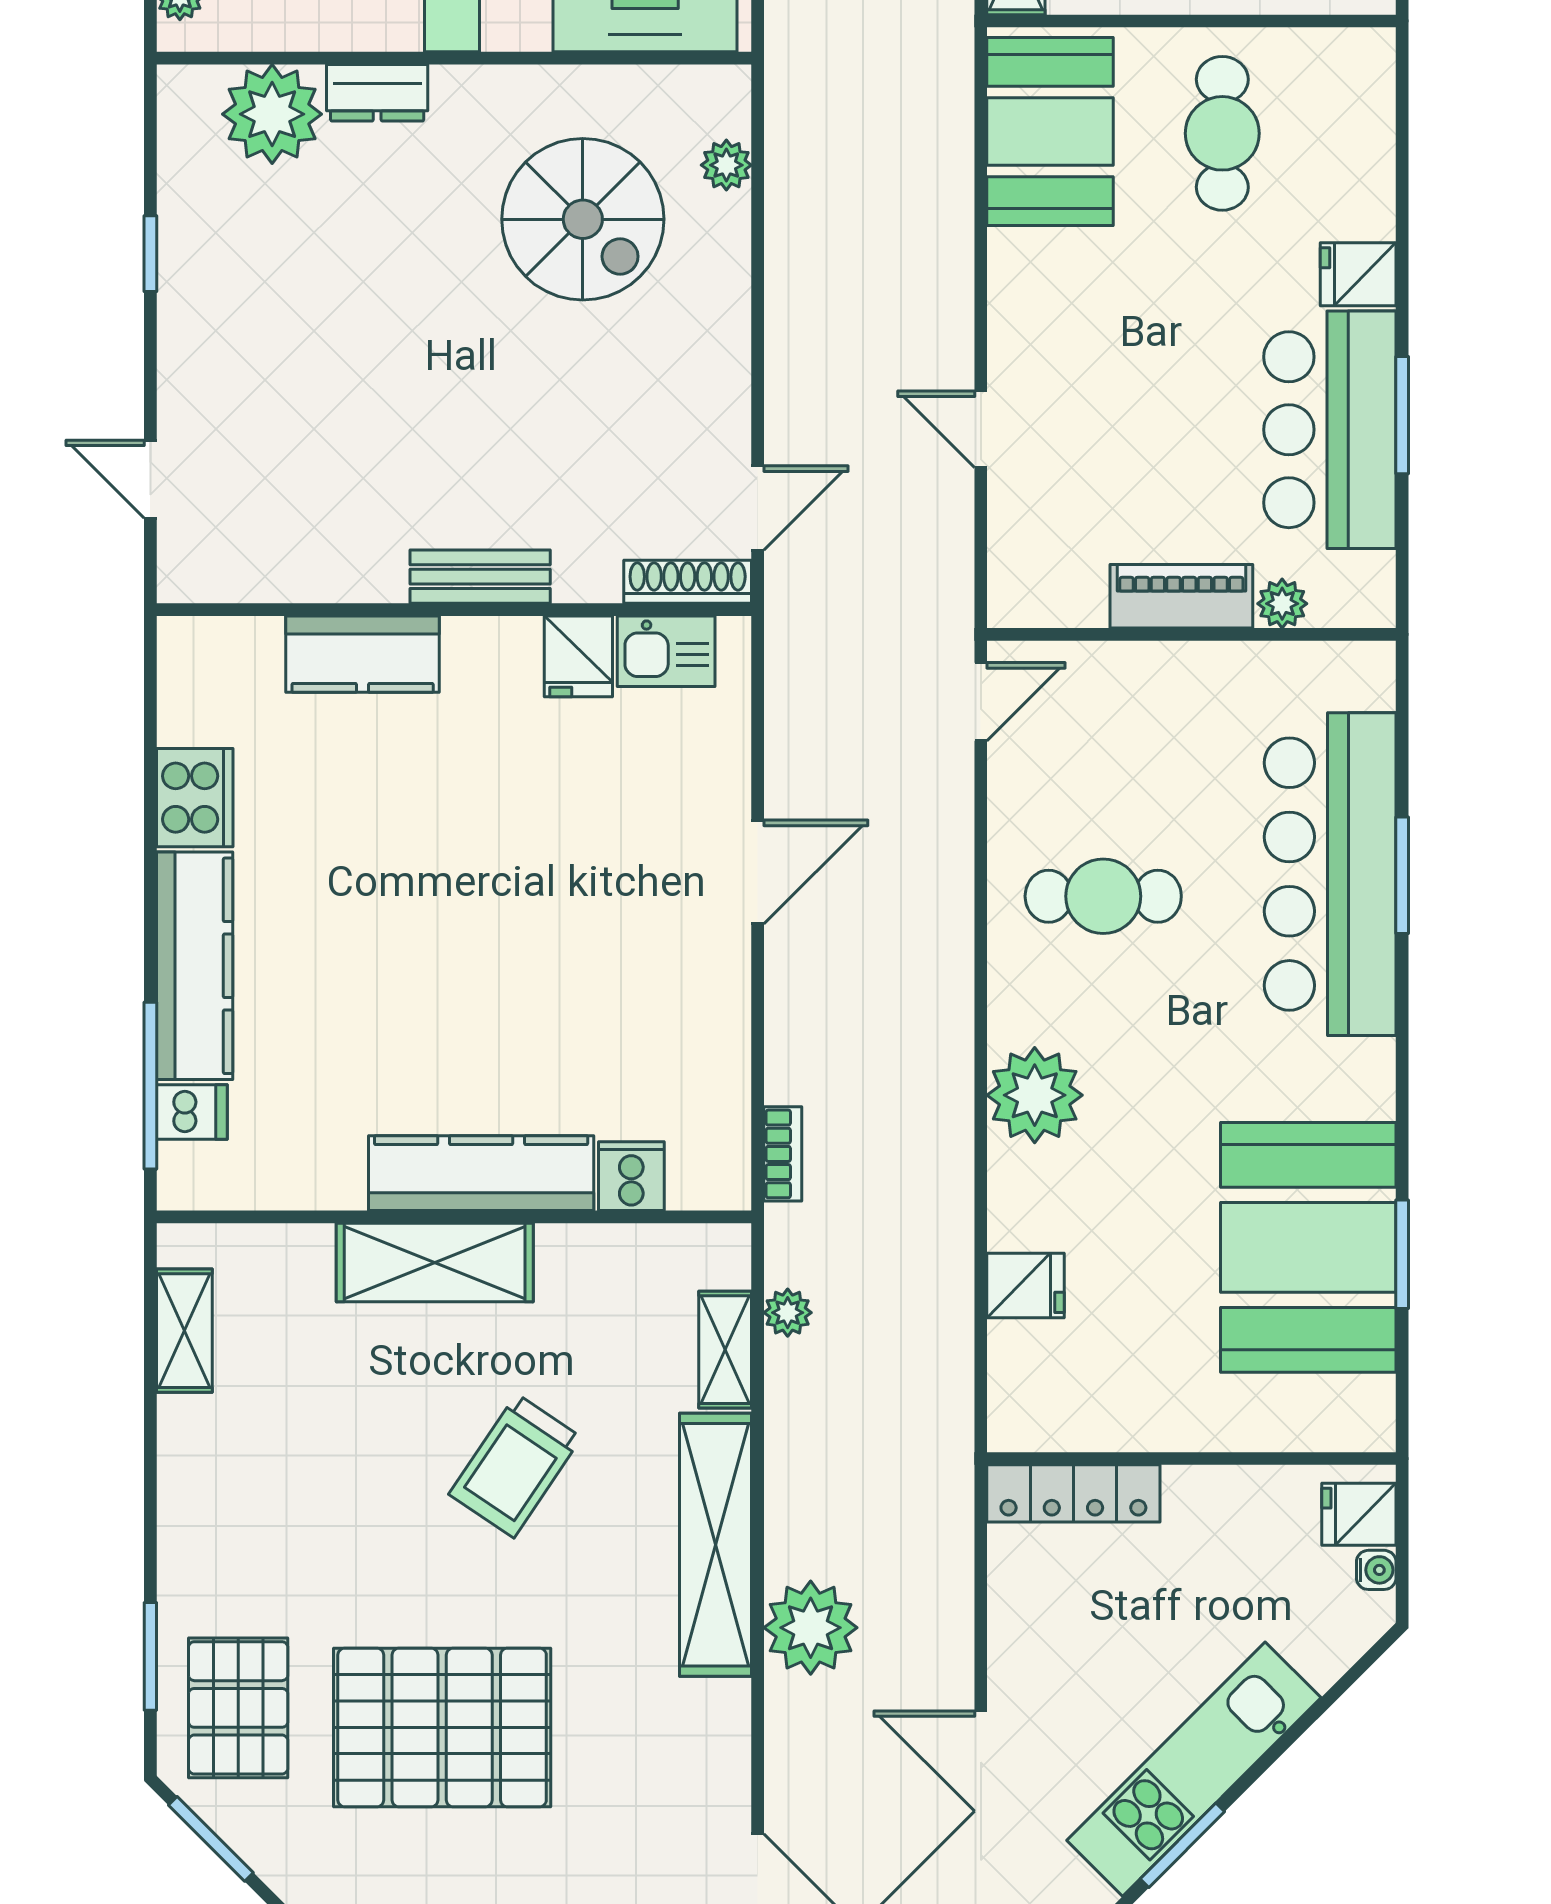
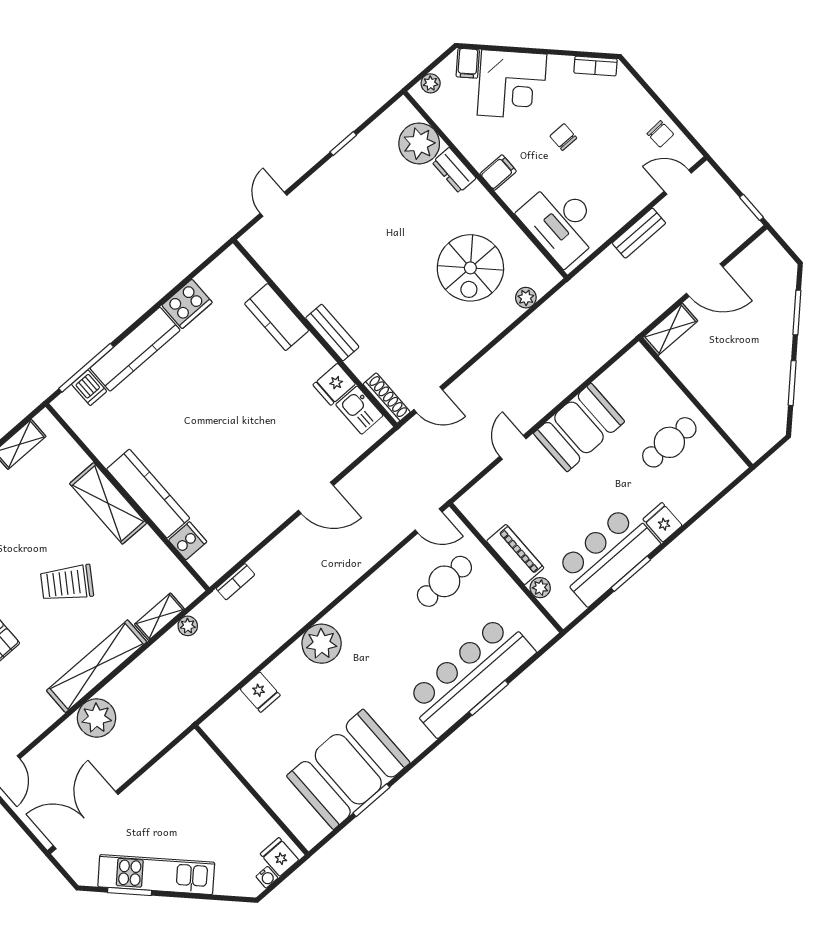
booth: (1050, 131) -> (579, 427), moved
cafe table: (1103, 896) -> (444, 581), moved, turned 90
locker: (1073, 1493) -> (209, 763), removed

